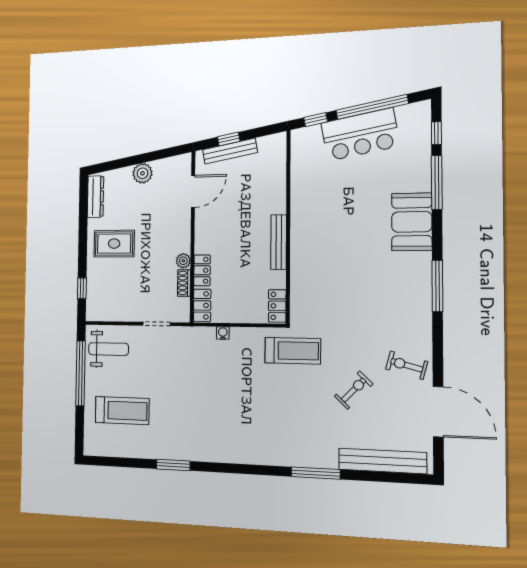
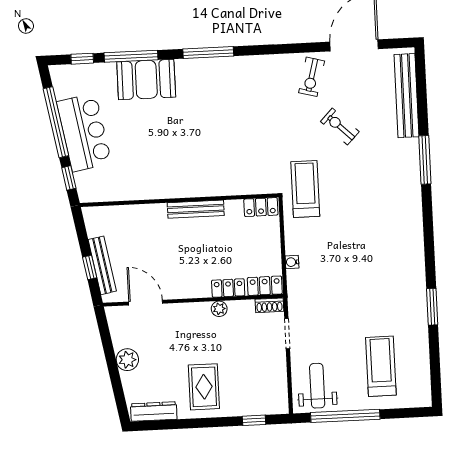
booth: (412, 222) -> (146, 79), moved
shoe rack: (184, 283) -> (269, 305), moved
window: (437, 286) -> (208, 52), moved

